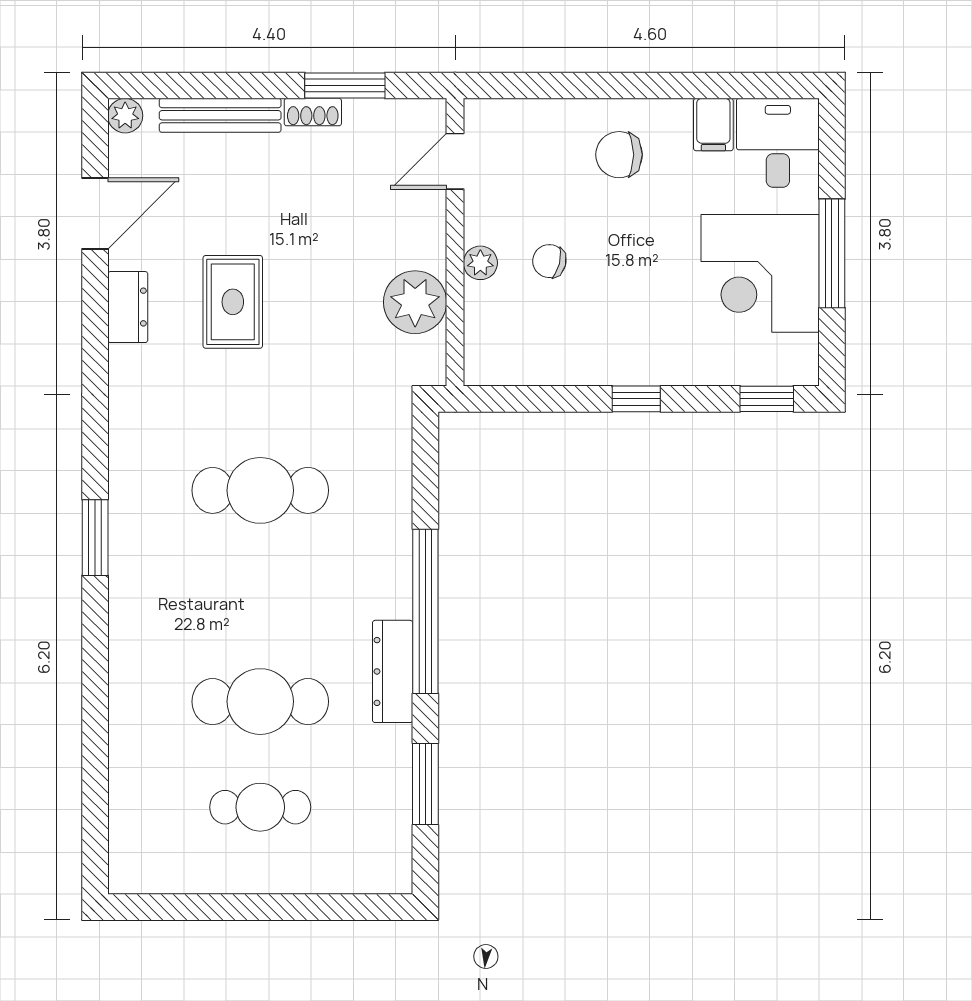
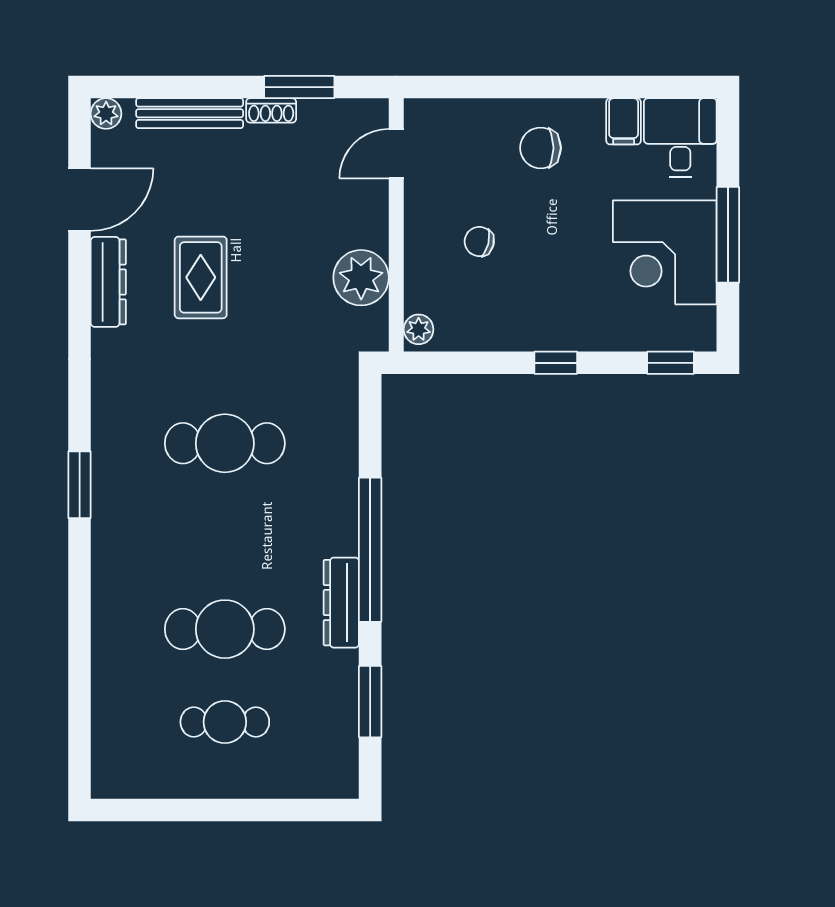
plant: (480, 263) -> (419, 329), moved
dresser: (128, 307) -> (108, 282), width x1.44

